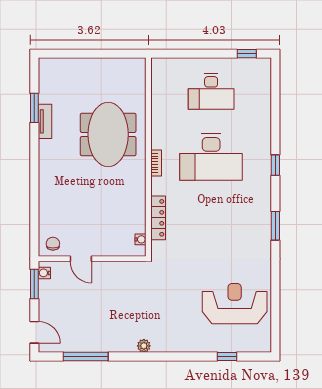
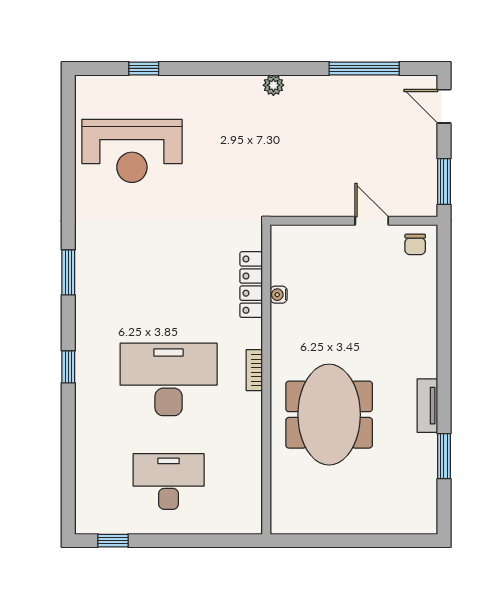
tv unit: (45, 121) -> (427, 406), moved
water cooler: (141, 239) -> (279, 295), moved
water cooler: (44, 273) -> (428, 199), removed

